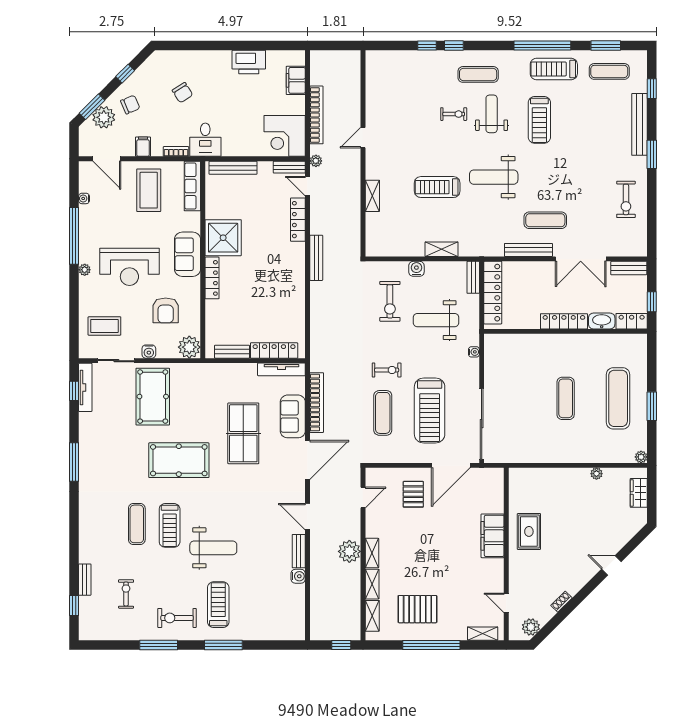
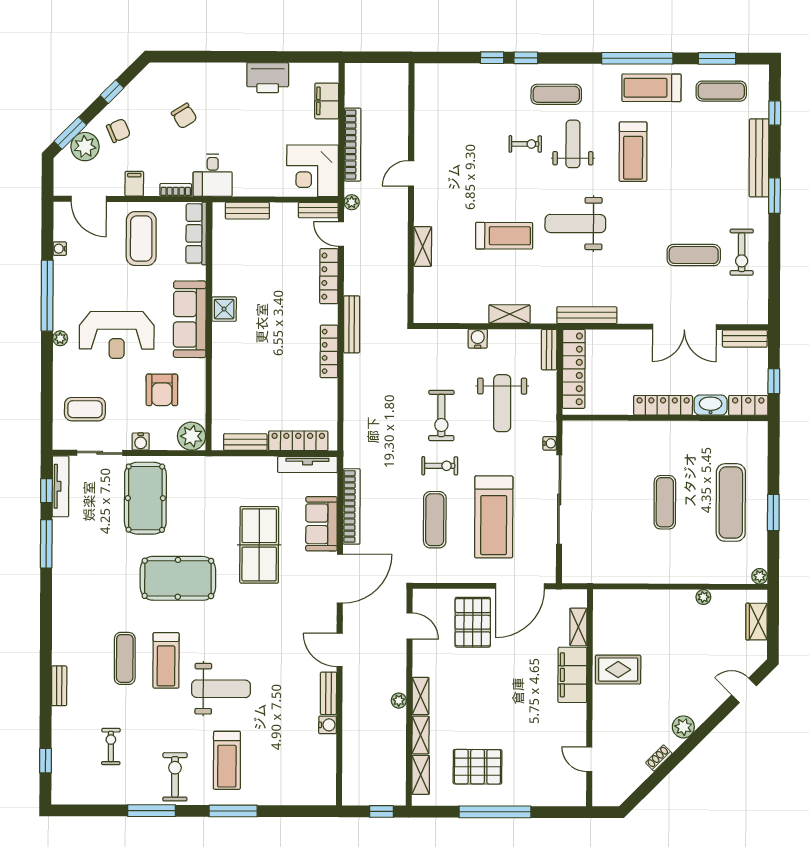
bench: (233, 168) -> (247, 211), width x0.73
treadmill: (437, 187) -> (504, 236), turned 180
exercise mat: (545, 220) -> (694, 255), moved
shower: (223, 238) -> (224, 309), width x0.54, depth x0.54
bench: (528, 250) -> (587, 315), moved
sofa: (188, 254) -> (190, 319), width x1.36
locker: (212, 278) -> (329, 351), moved, turned 180
exercise bike: (390, 301) -> (441, 415), moved
weight bench: (436, 320) -> (502, 403), turned -90
sliding door: (482, 424) -> (559, 500), moved
window: (74, 462) -> (46, 544), moved
pallet: (413, 494) -> (473, 622), width x1.50, depth x1.42
door: (363, 497) -> (409, 626), hinge flipped
rug: (529, 531) -> (618, 670), turned 90
plant: (349, 551) -> (399, 701), width x0.53, depth x0.53
door: (611, 565) -> (744, 690), moved
bench: (85, 580) -> (59, 686), moved
treadmill: (218, 605) -> (227, 760), turned 180
exercise bike: (177, 618) -> (175, 777), turned 90
plant: (531, 627) -> (683, 727), moved
shelving: (483, 634) -> (578, 627), moved, turned 90

